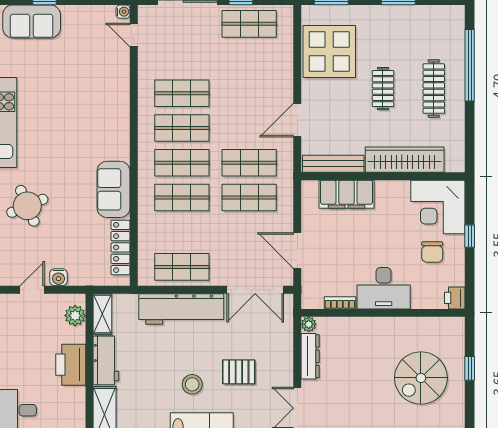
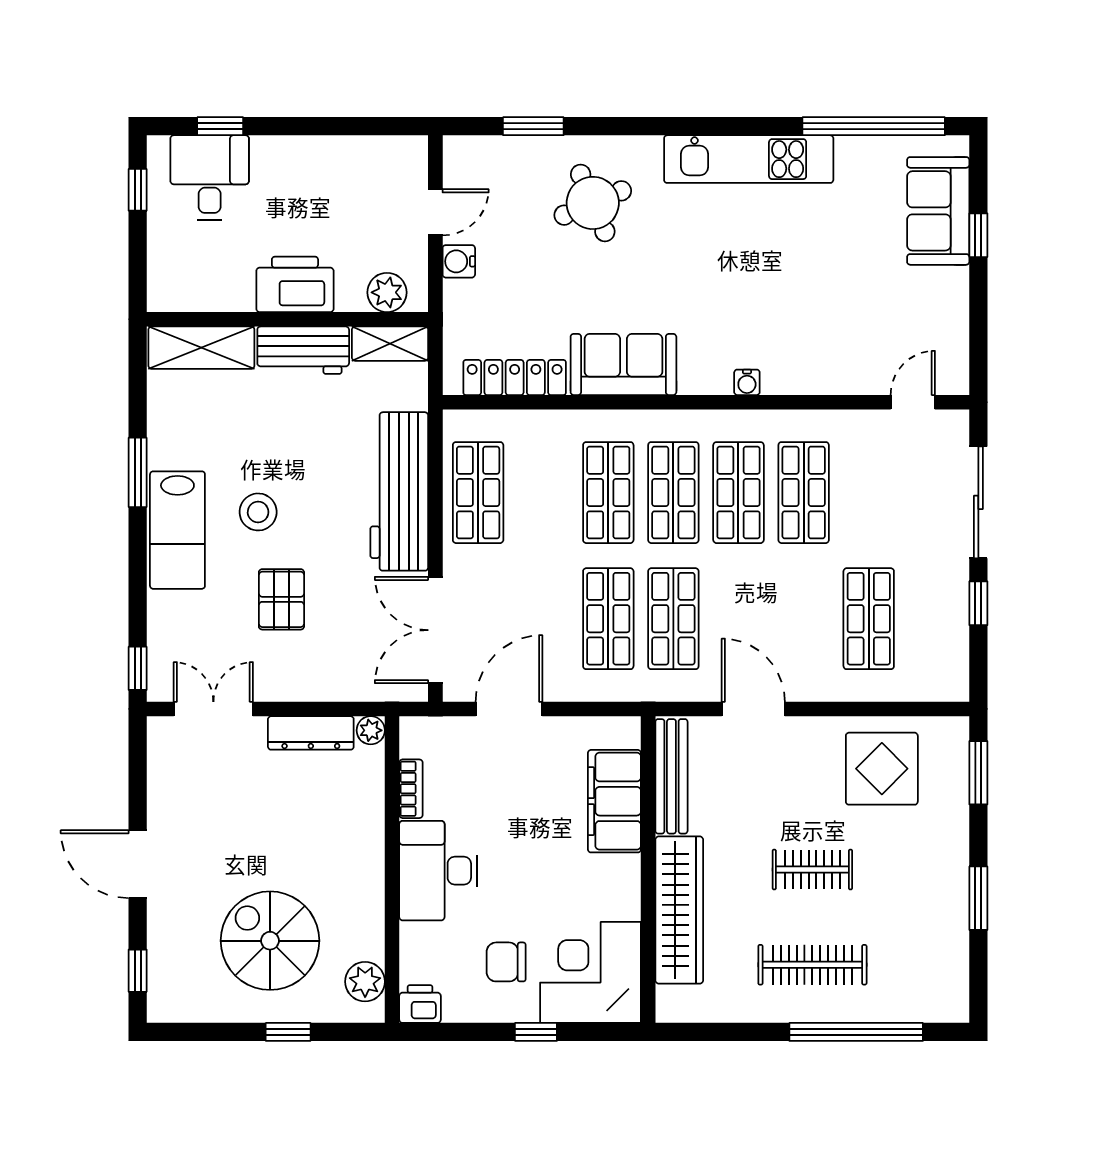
water cooler: (123, 12) -> (747, 382), moved
shop shelf: (249, 24) -> (869, 619), moved
display table: (329, 52) -> (882, 769), width x0.73, depth x0.73
door: (32, 290) -> (435, 212), hinge flipped
plant: (443, 327) -> (365, 982), added

